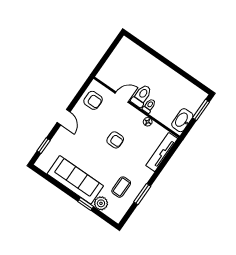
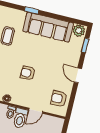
plant: (101, 203) -> (79, 31), moved

